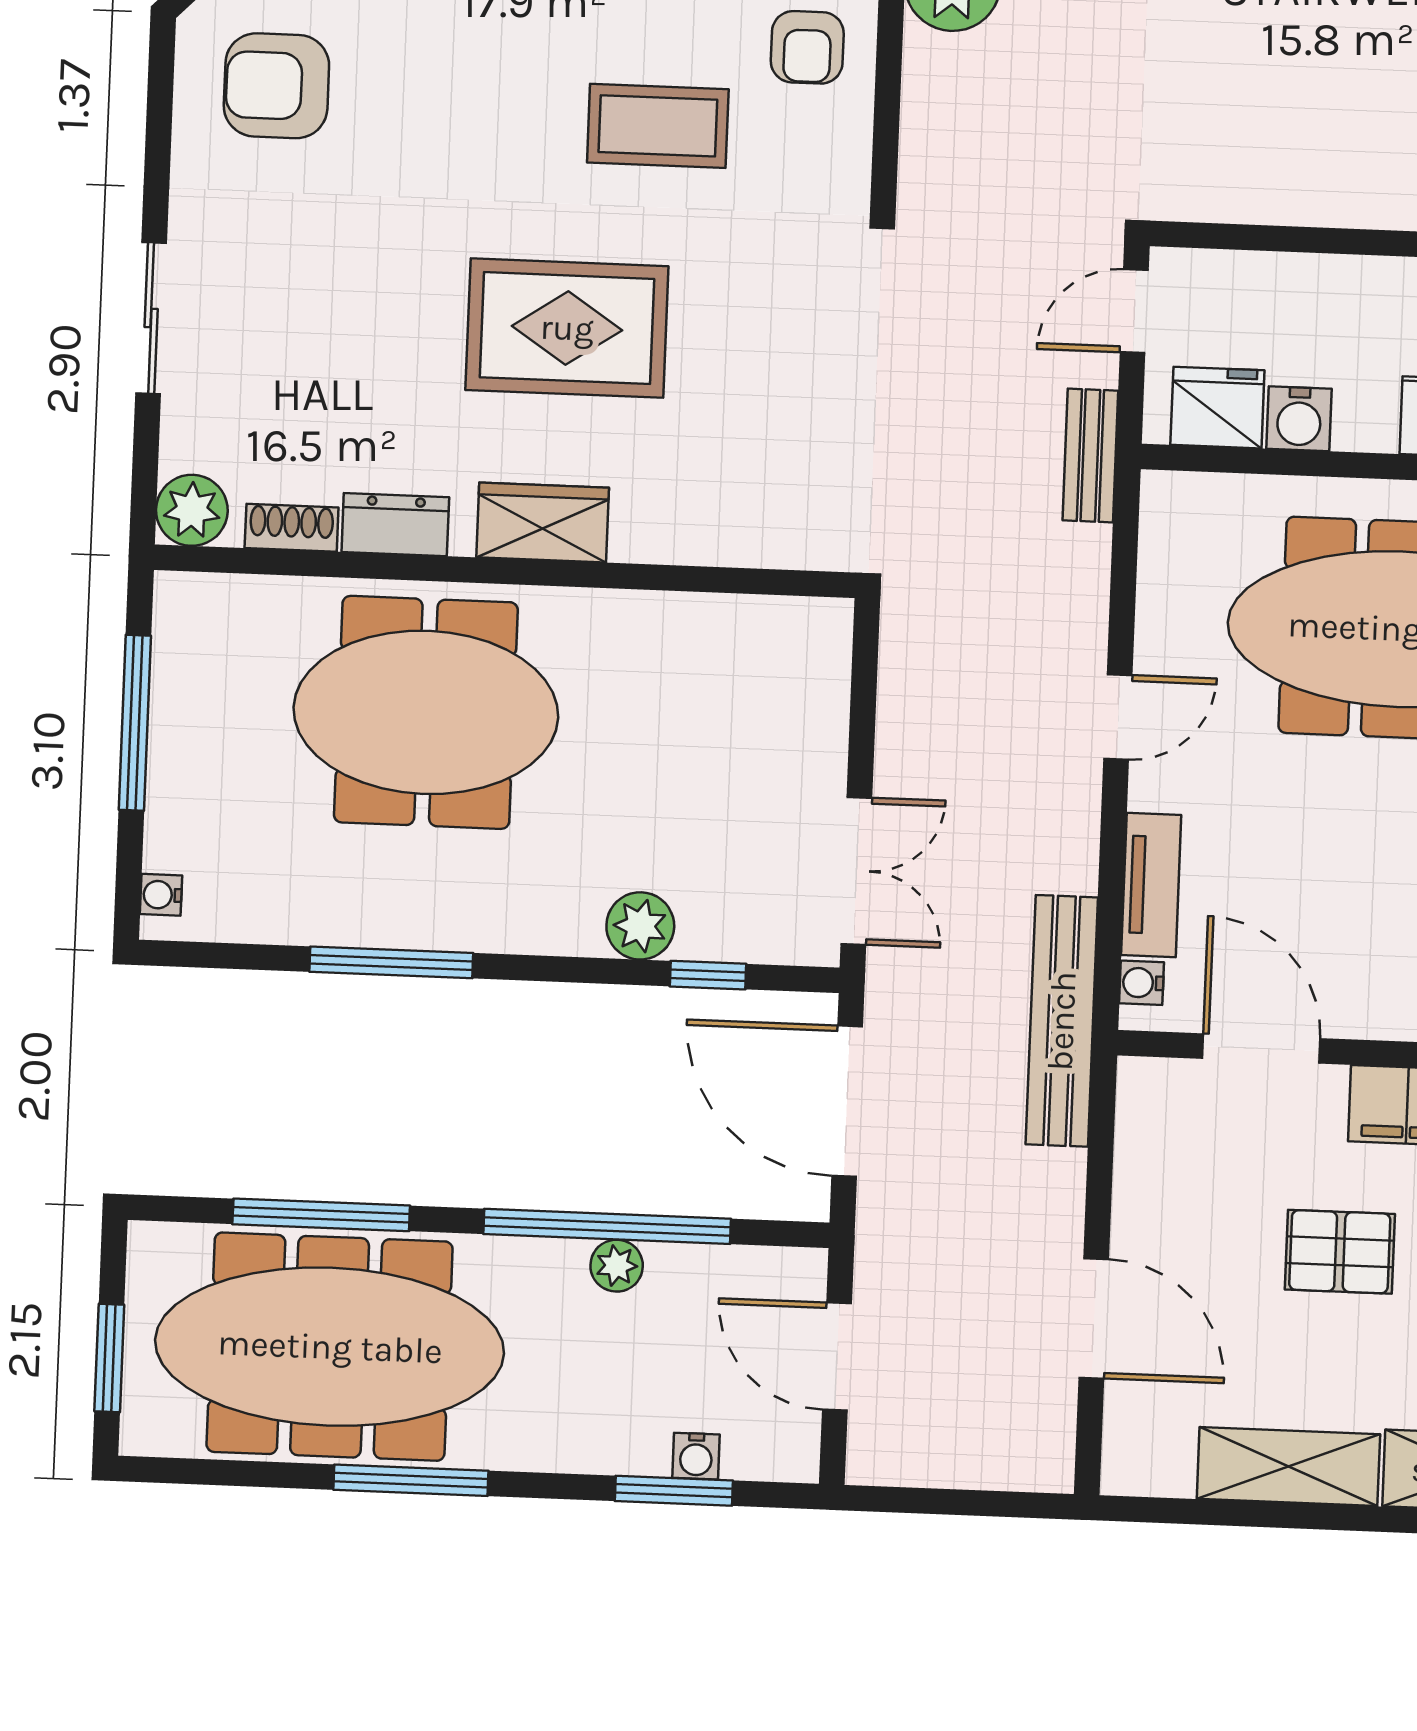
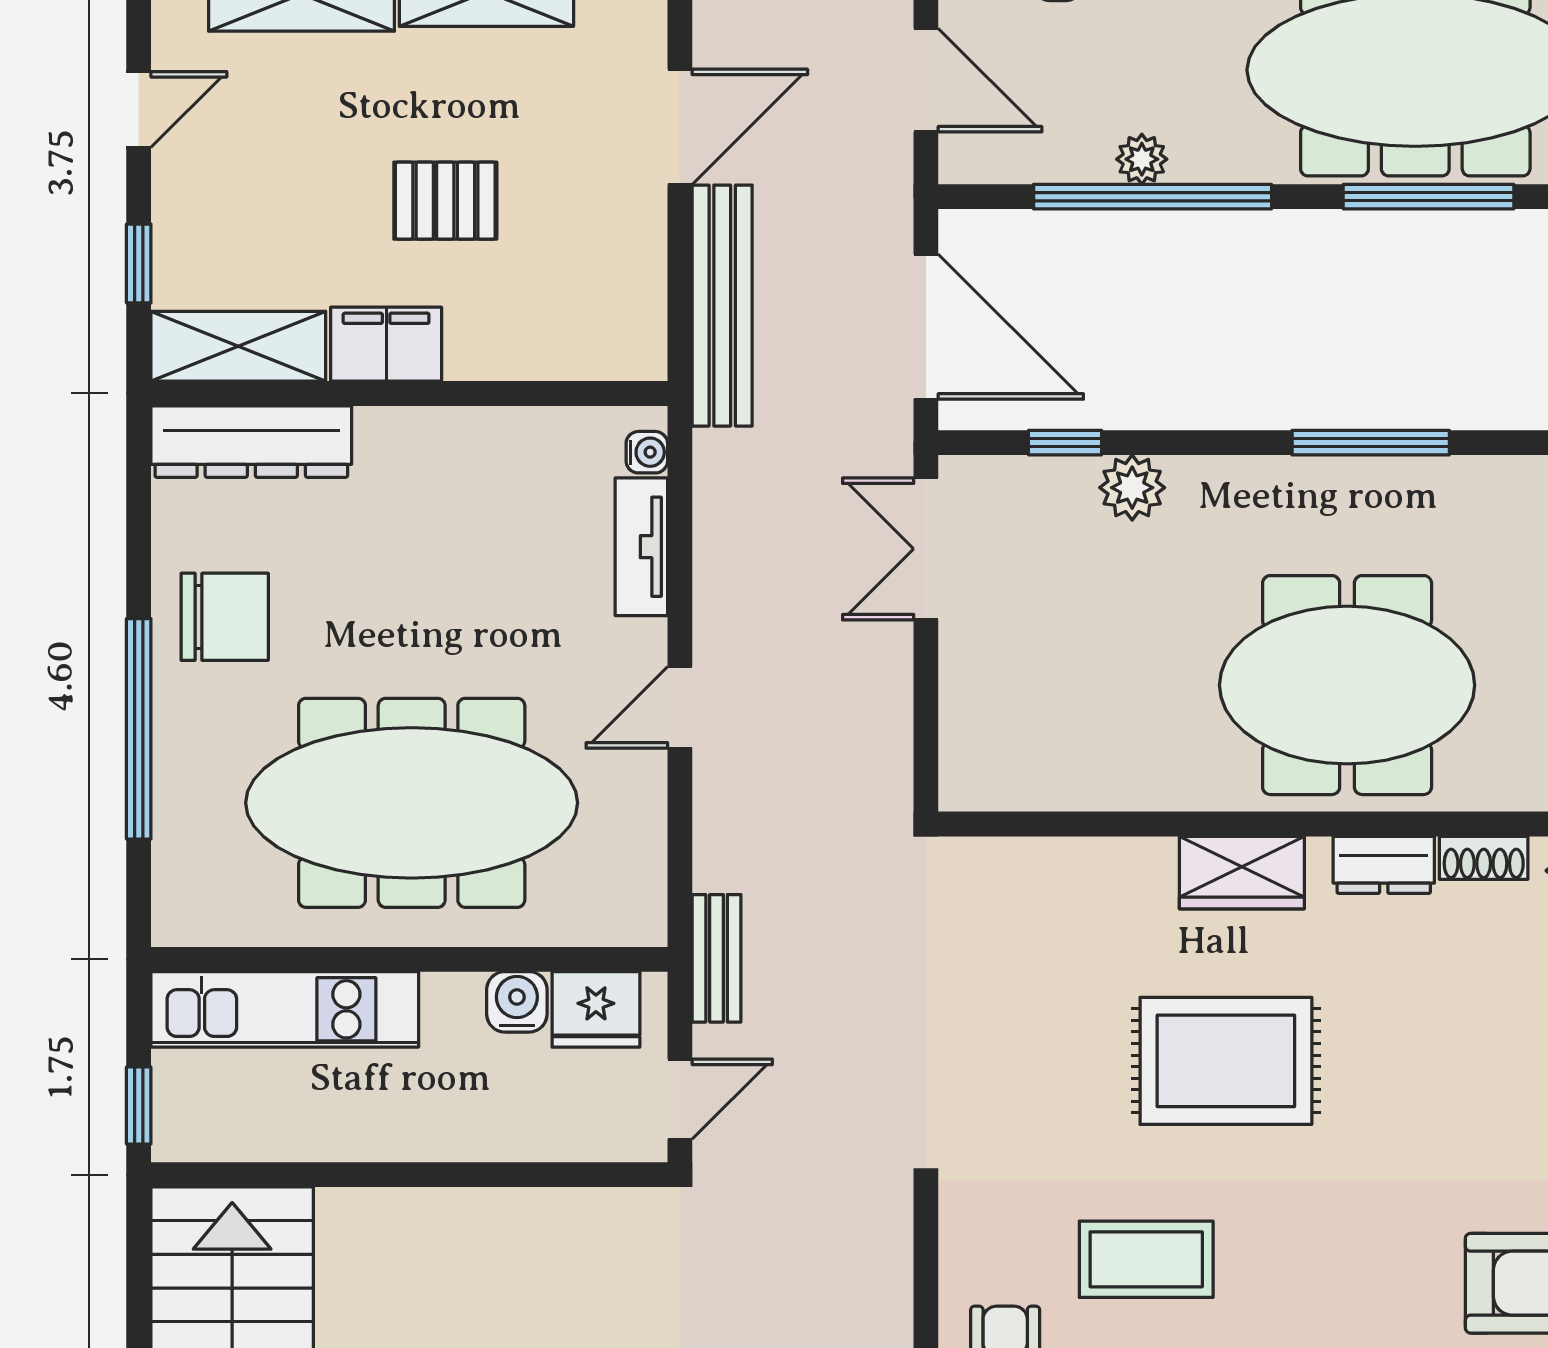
bench: (1062, 1021) -> (722, 306), moved
door: (1261, 1048) -> (529, 393), removed
door: (1094, 1318) -> (680, 127), swing flipped

